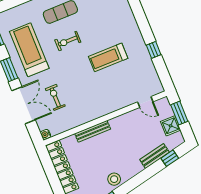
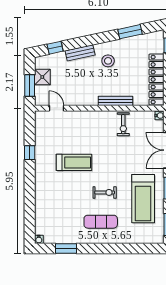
exercise bike: (55, 97) -> (123, 124), moved
bench: (155, 156) -> (80, 53), moved
stool: (114, 179) -> (108, 61), moved

